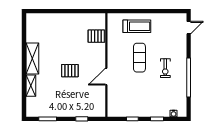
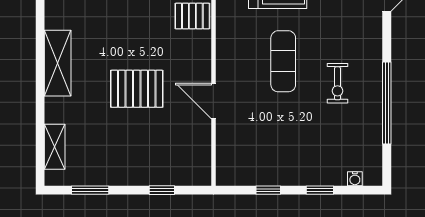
pallet: (70, 71) -> (137, 89), width x1.50, depth x1.42
door: (106, 76) -> (213, 101), hinge flipped
shelving: (31, 86) -> (55, 147), moved

